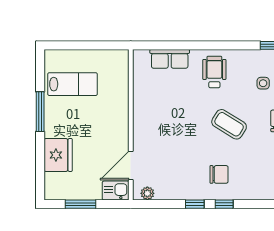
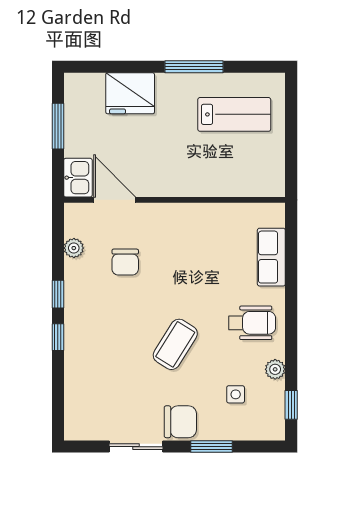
plant: (246, 56) -> (275, 369), added
lab bench: (73, 84) -> (234, 114), turned -90
chair: (219, 174) -> (125, 262), moved
plant: (147, 193) -> (74, 248), moved

